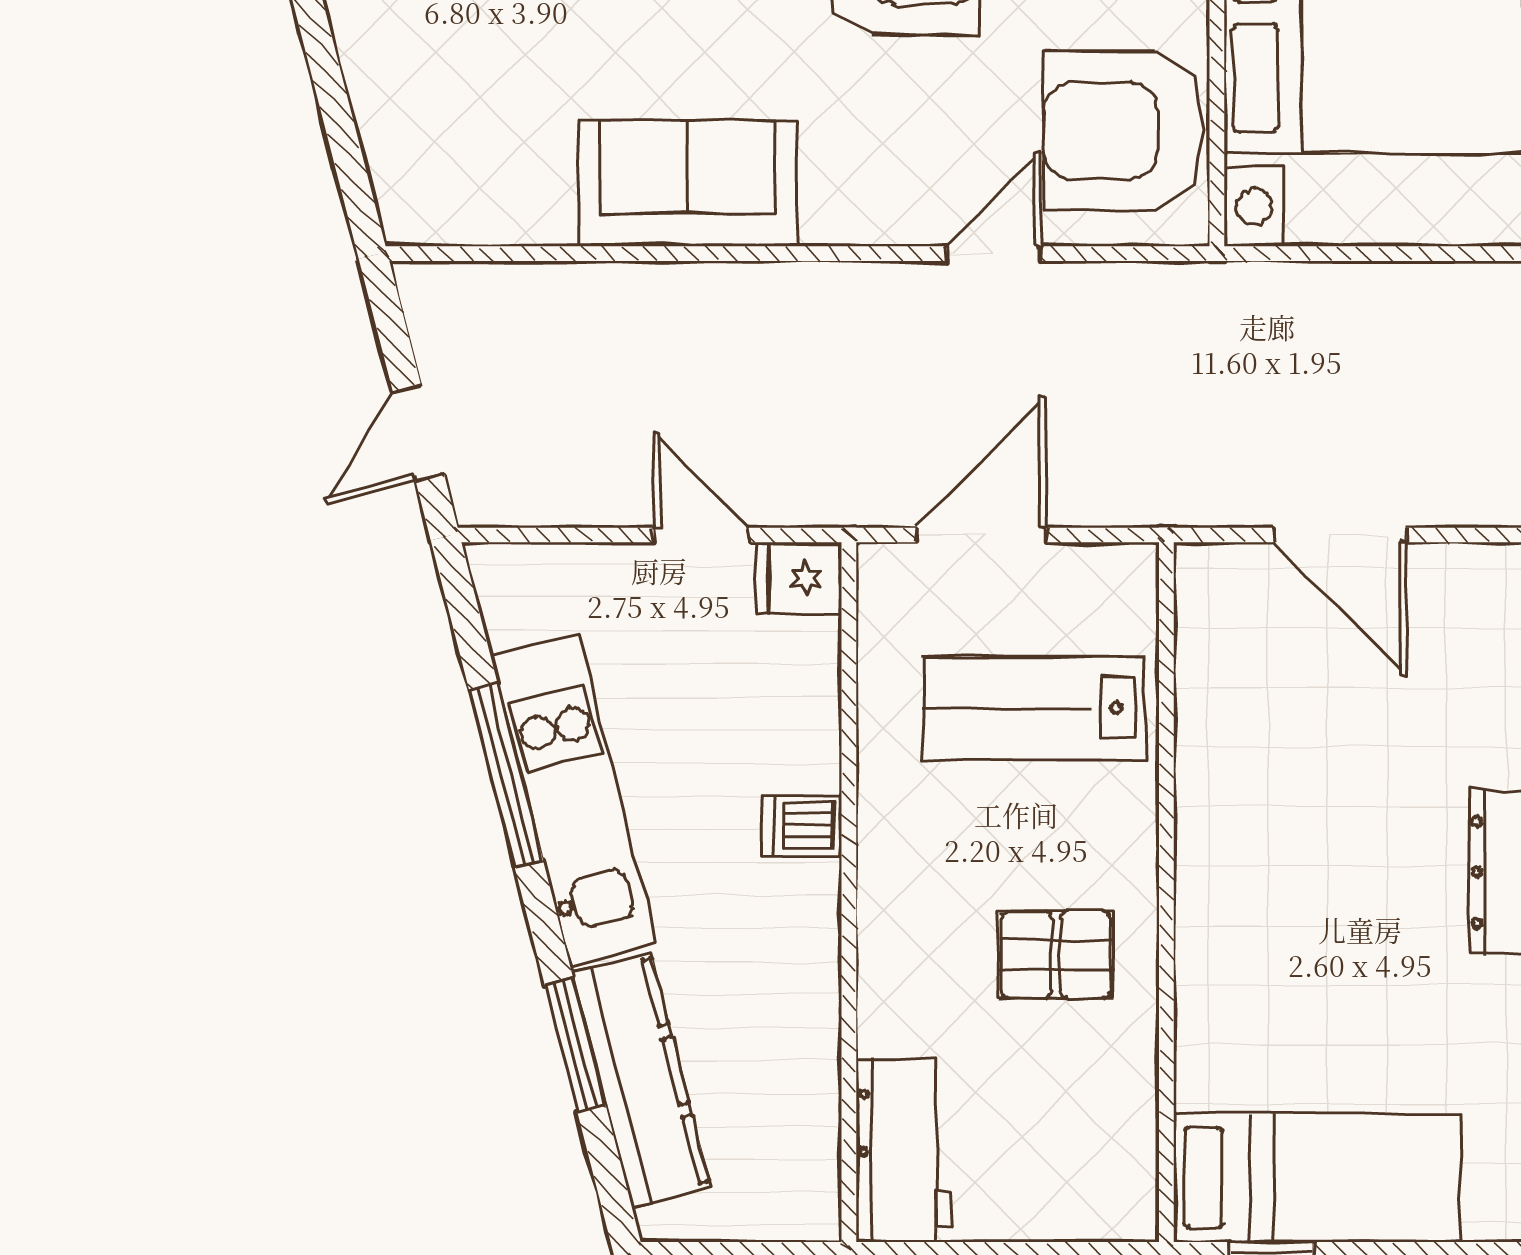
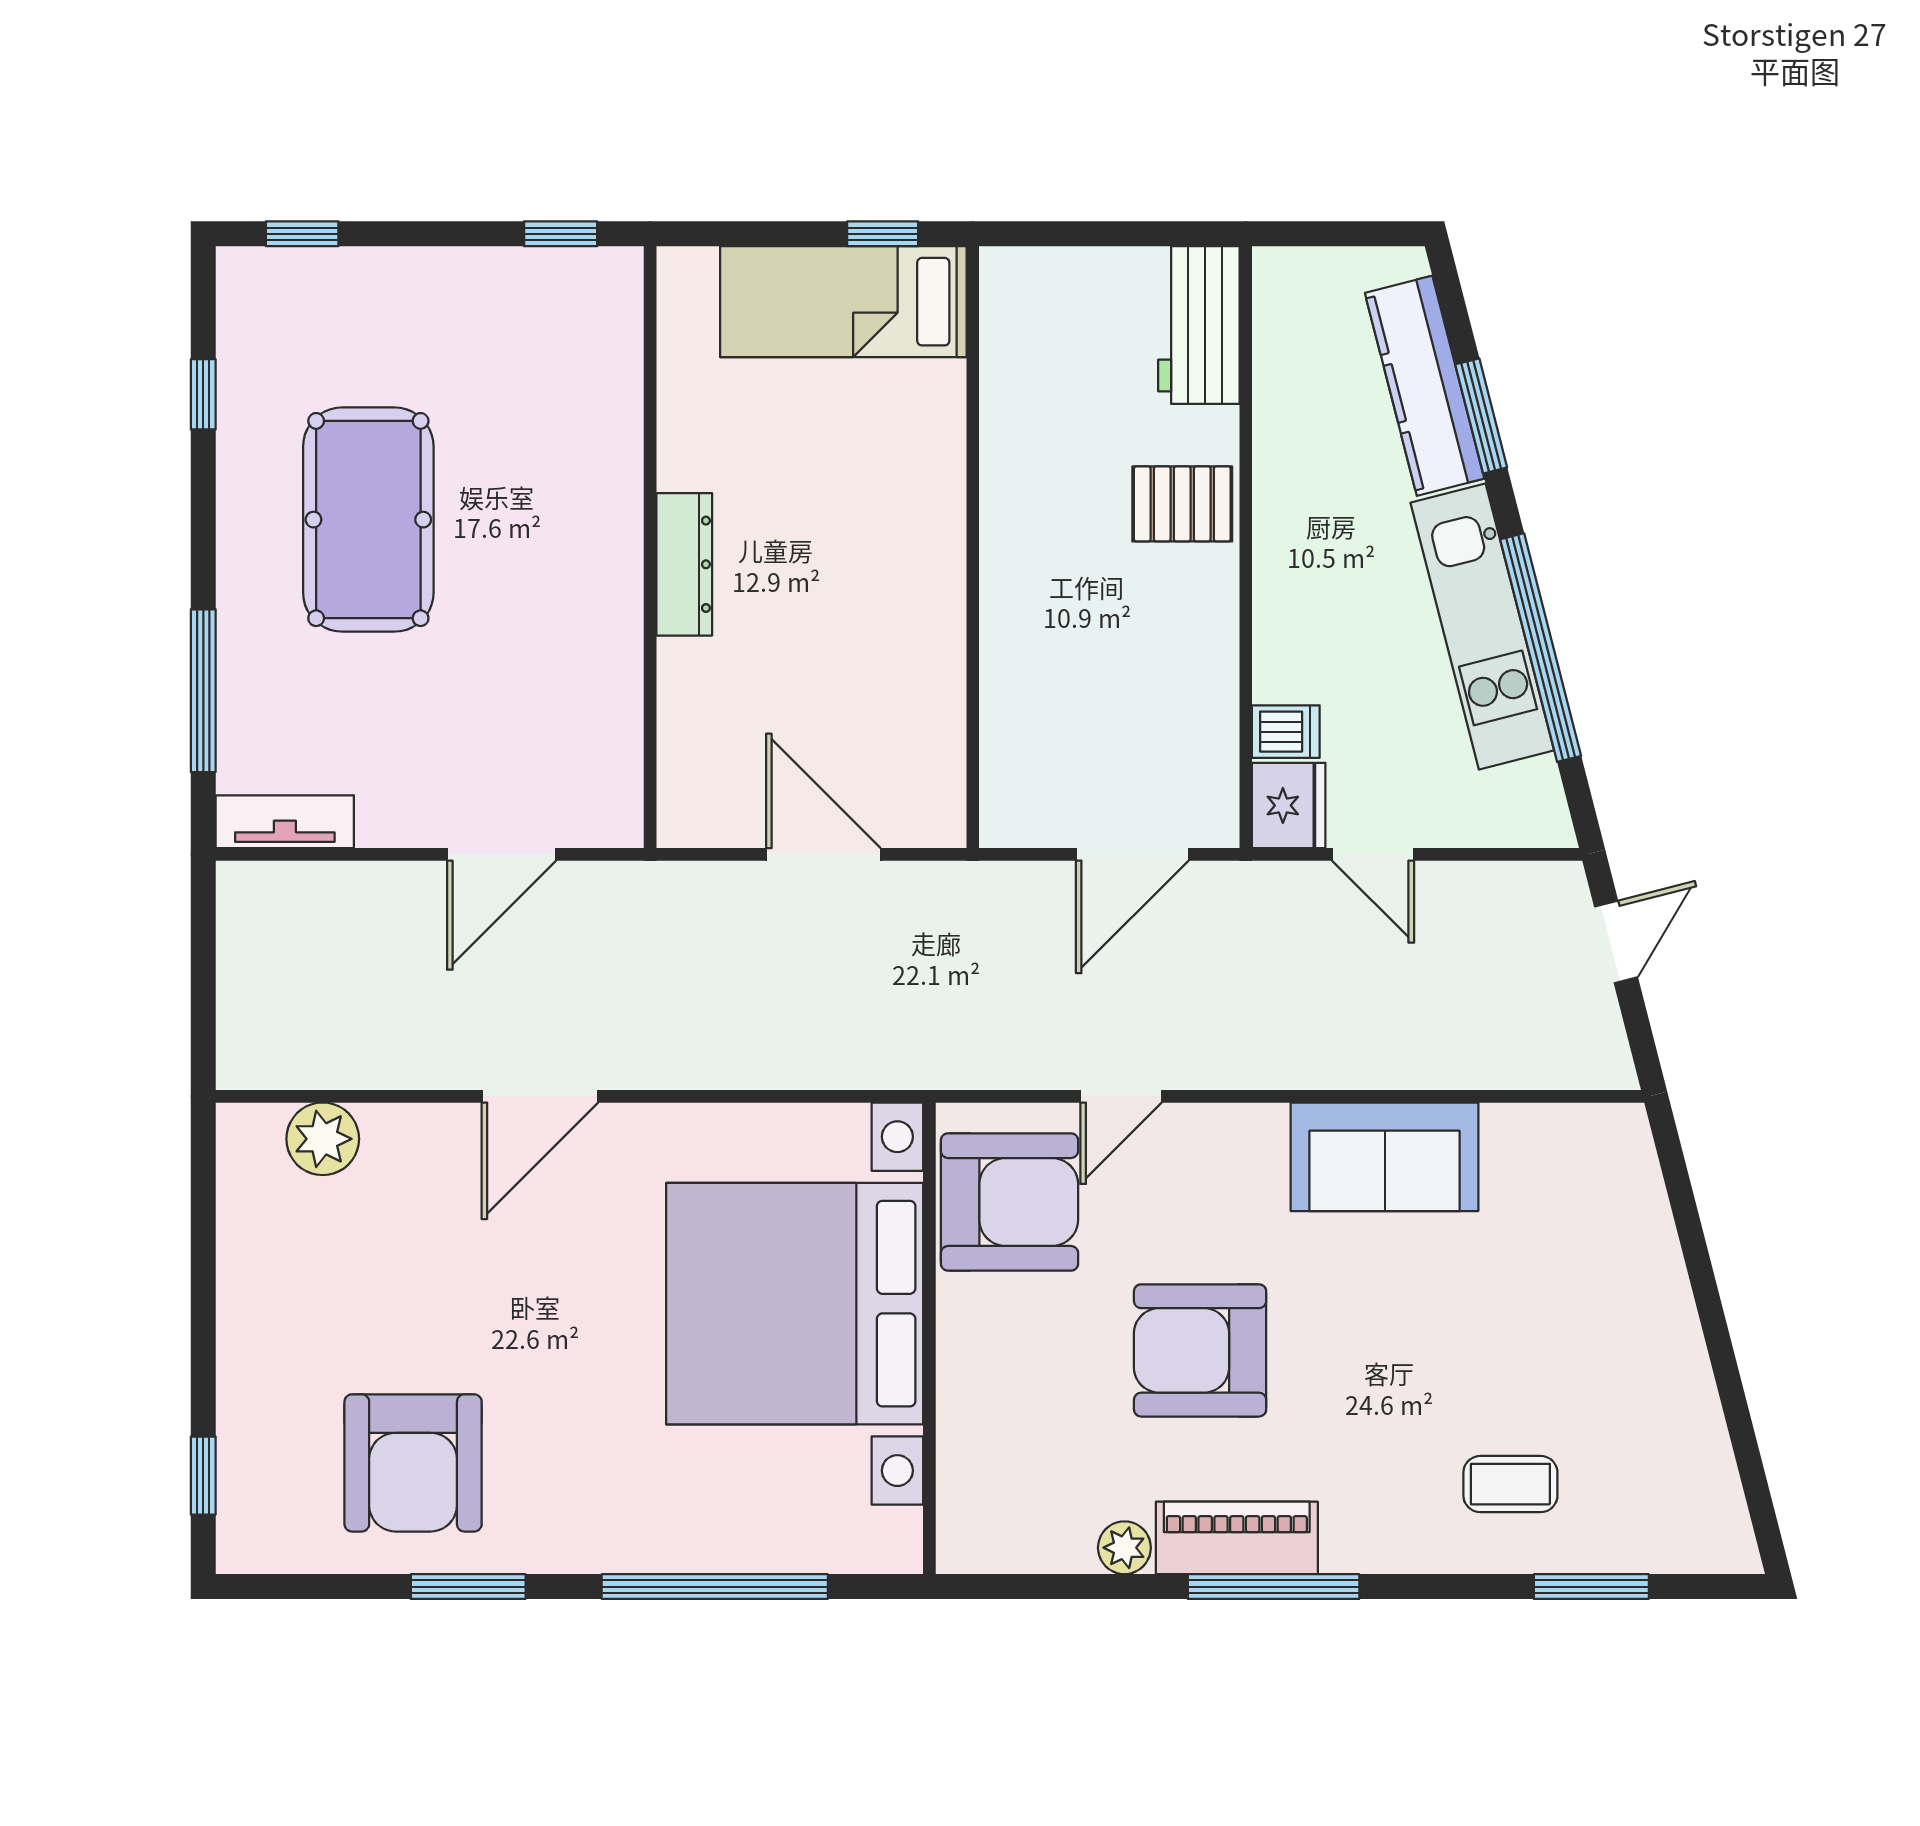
fridge: (799, 578) -> (1289, 805), width x1.38
lab bench: (1034, 708) -> (1086, 705), removed
window: (506, 775) -> (1541, 648), width x1.46
dishwasher: (802, 825) -> (1286, 732), moved
pallet: (1056, 955) -> (1182, 504), moved

